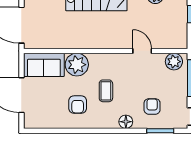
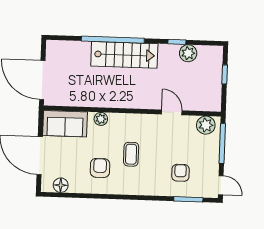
plant: (77, 65) -> (101, 119), width x0.53, depth x0.53
armchair: (78, 105) -> (100, 168), turned 180
floor lamp: (126, 122) -> (61, 185), moved

